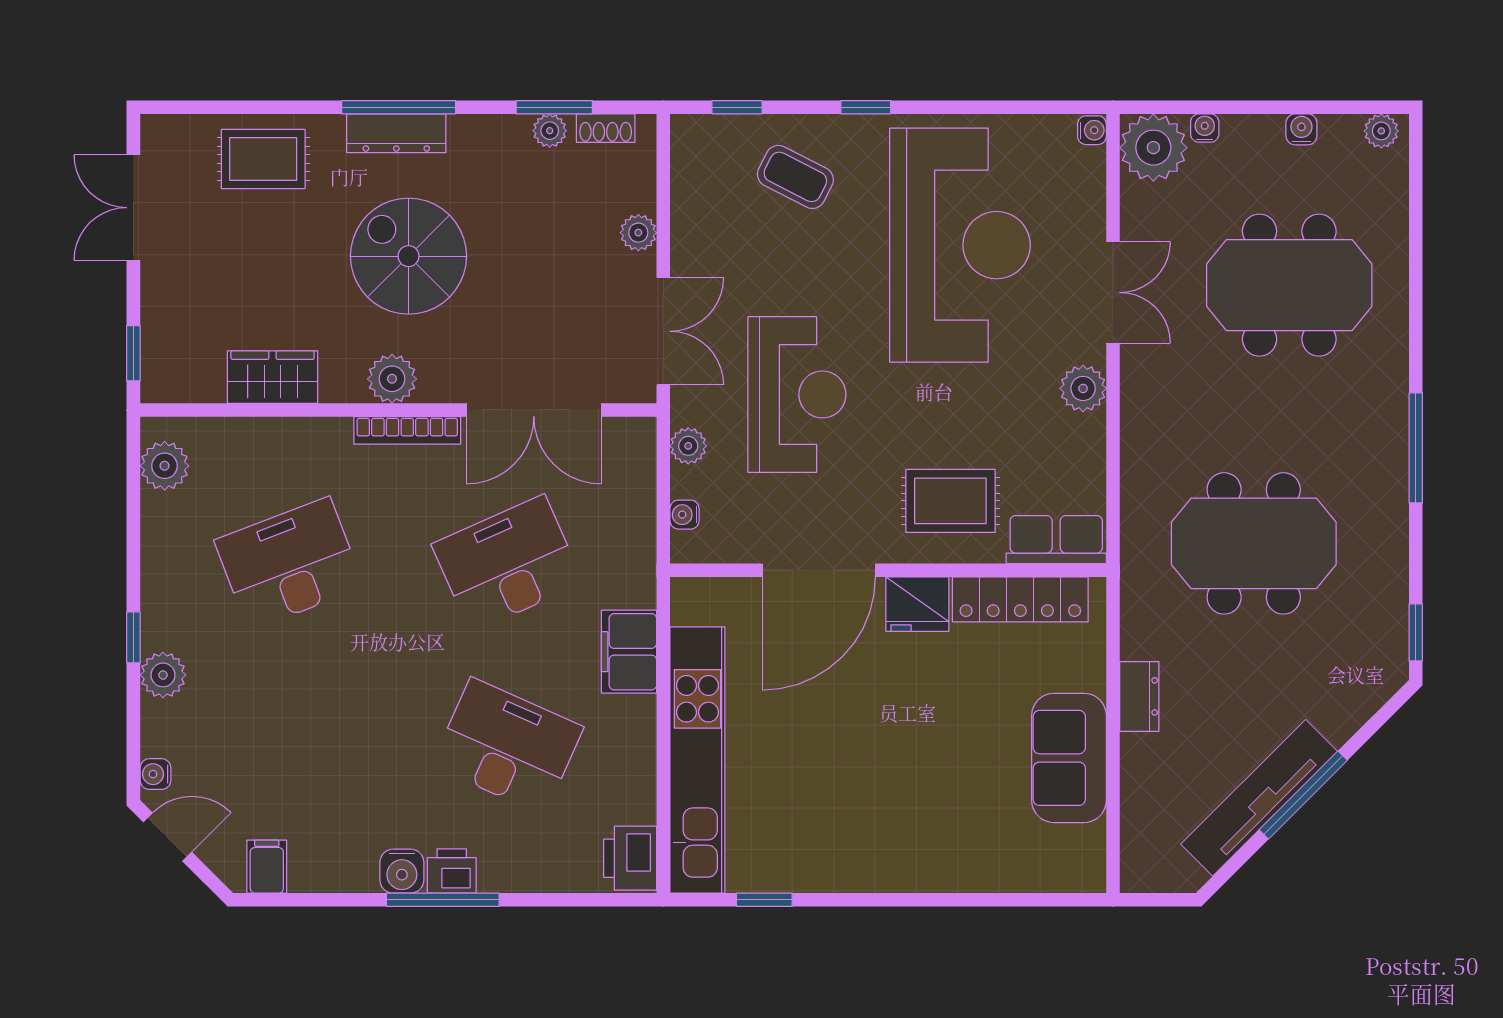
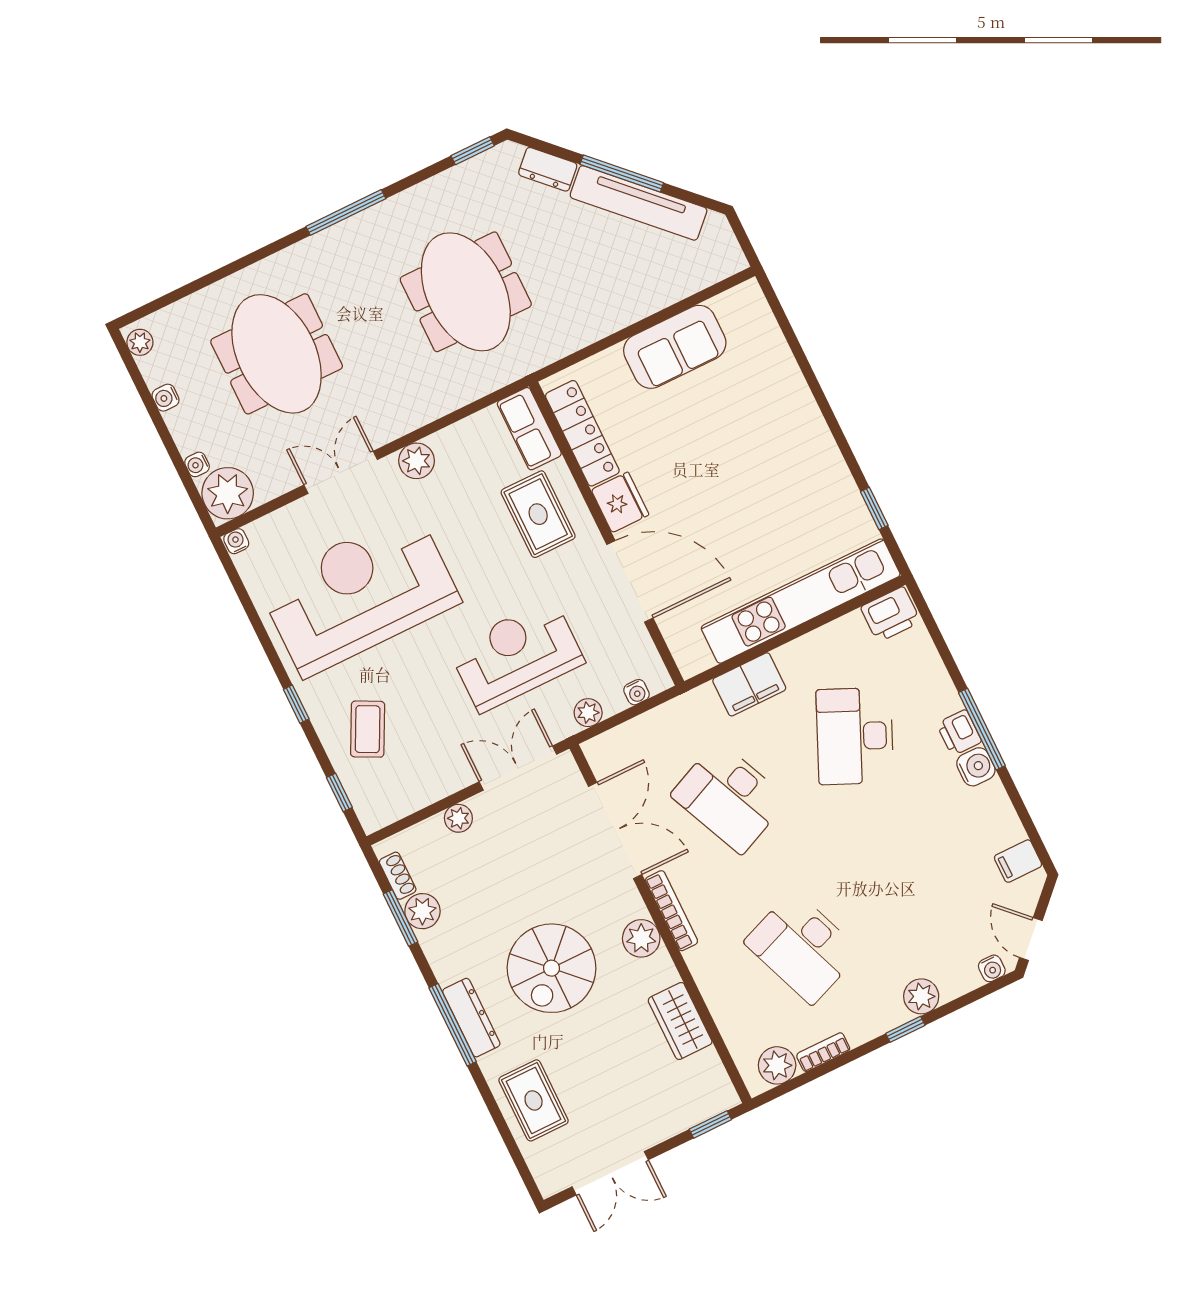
plant: (550, 131) -> (422, 911), width x1.38, depth x1.38
bookcase: (154, 528) -> (823, 1052), added
dresser: (1139, 696) -> (548, 169), moved, turned -135

